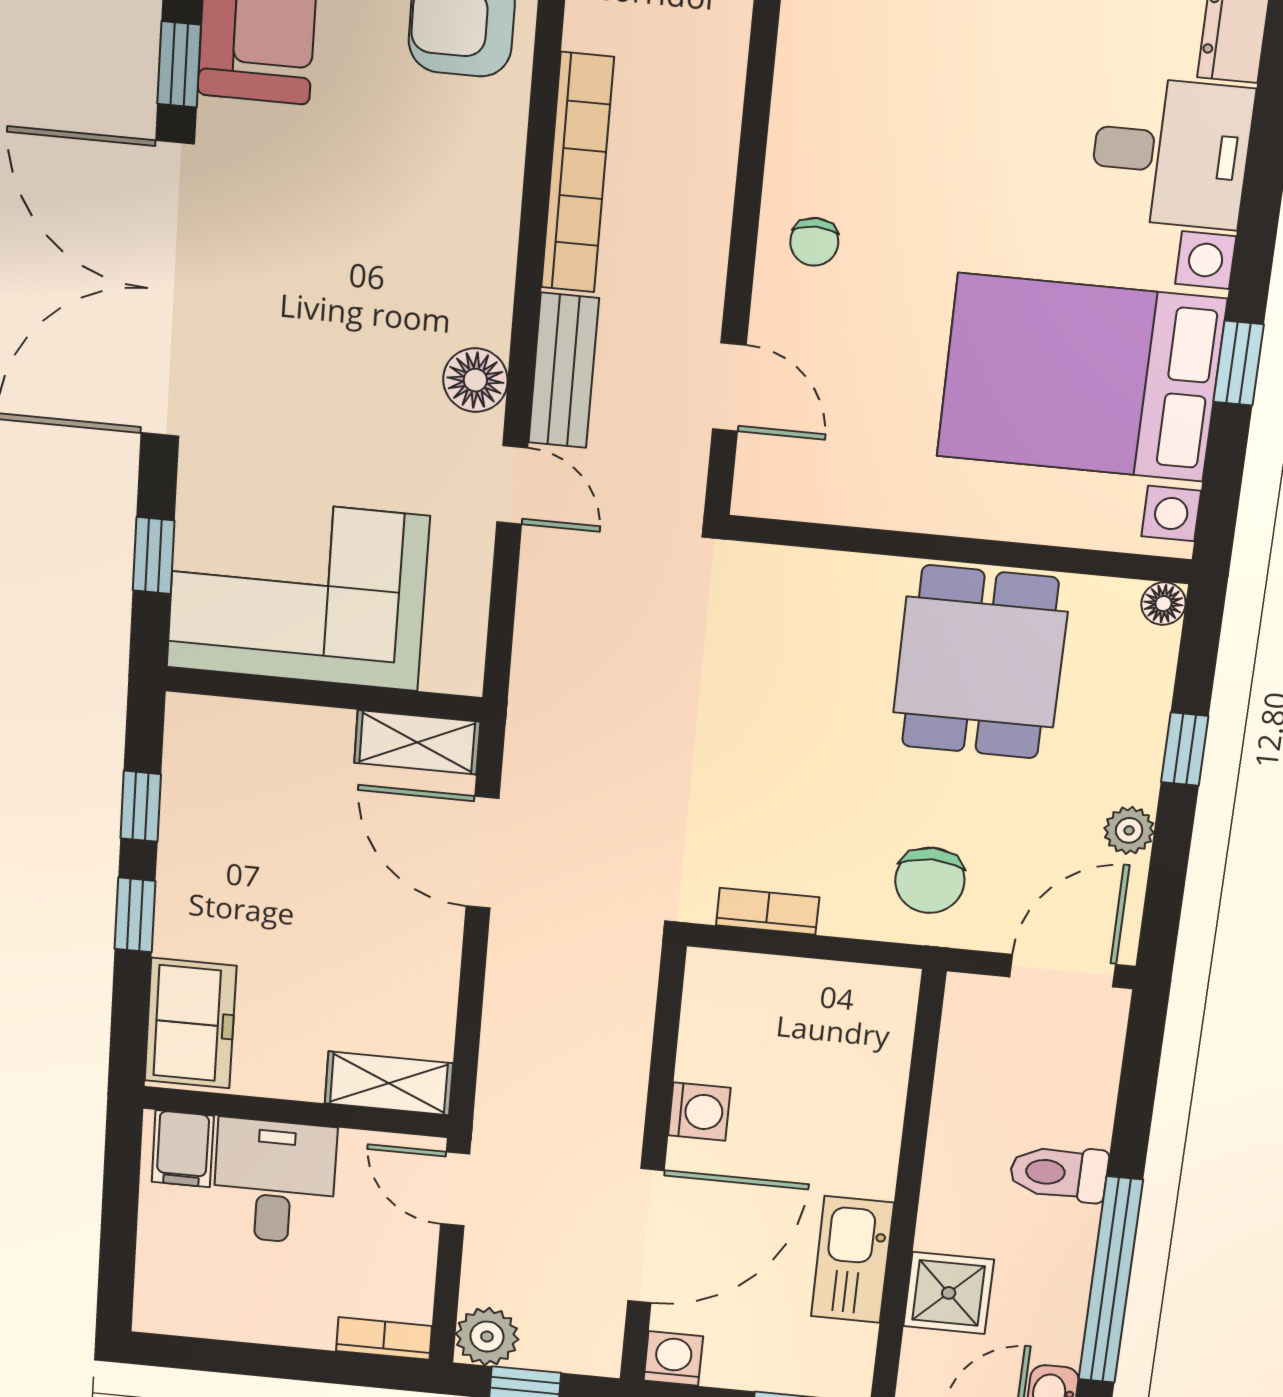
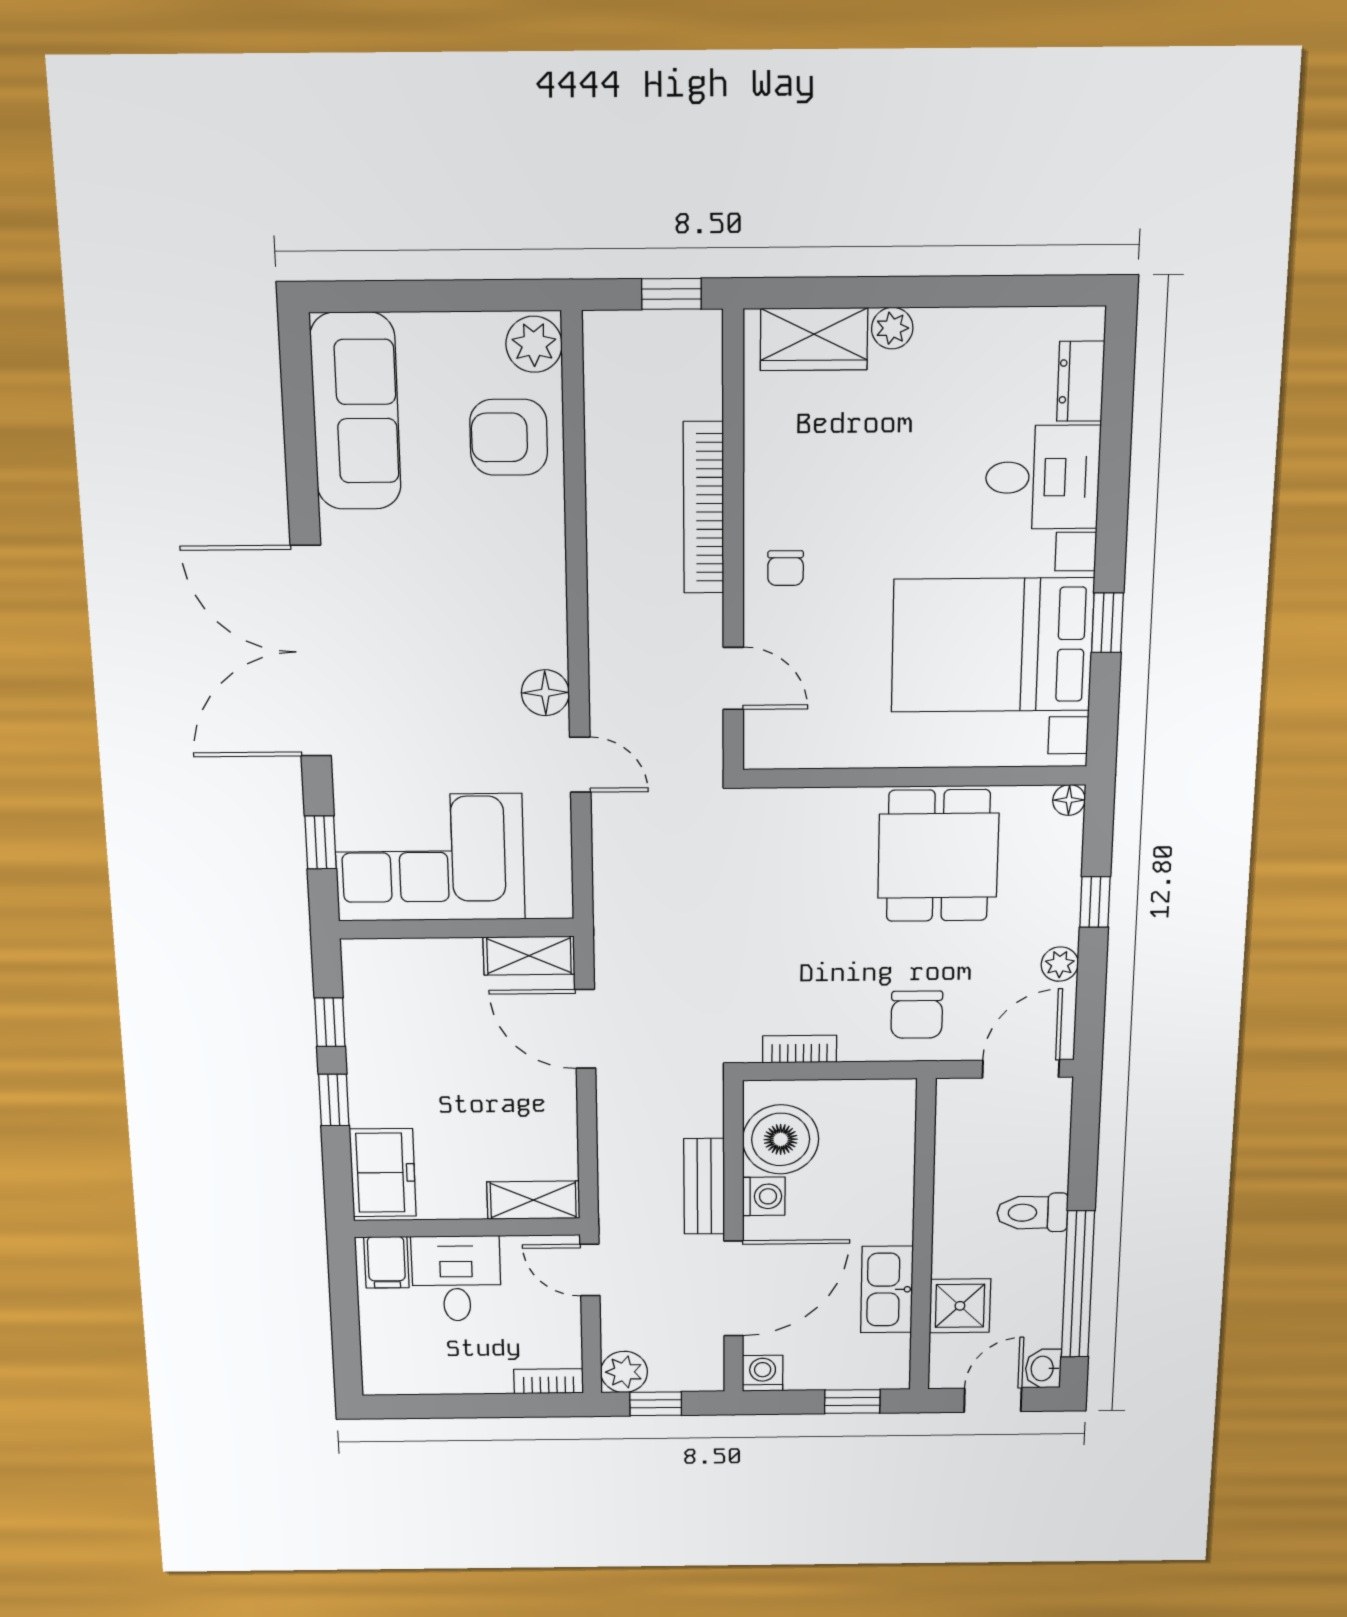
window: (179, 64) -> (302, 489), removed
bookcase: (577, 173) -> (704, 508), moved, turned 180
bench: (564, 371) -> (704, 1186), moved
boiler: (730, 1034) -> (781, 1139), added

